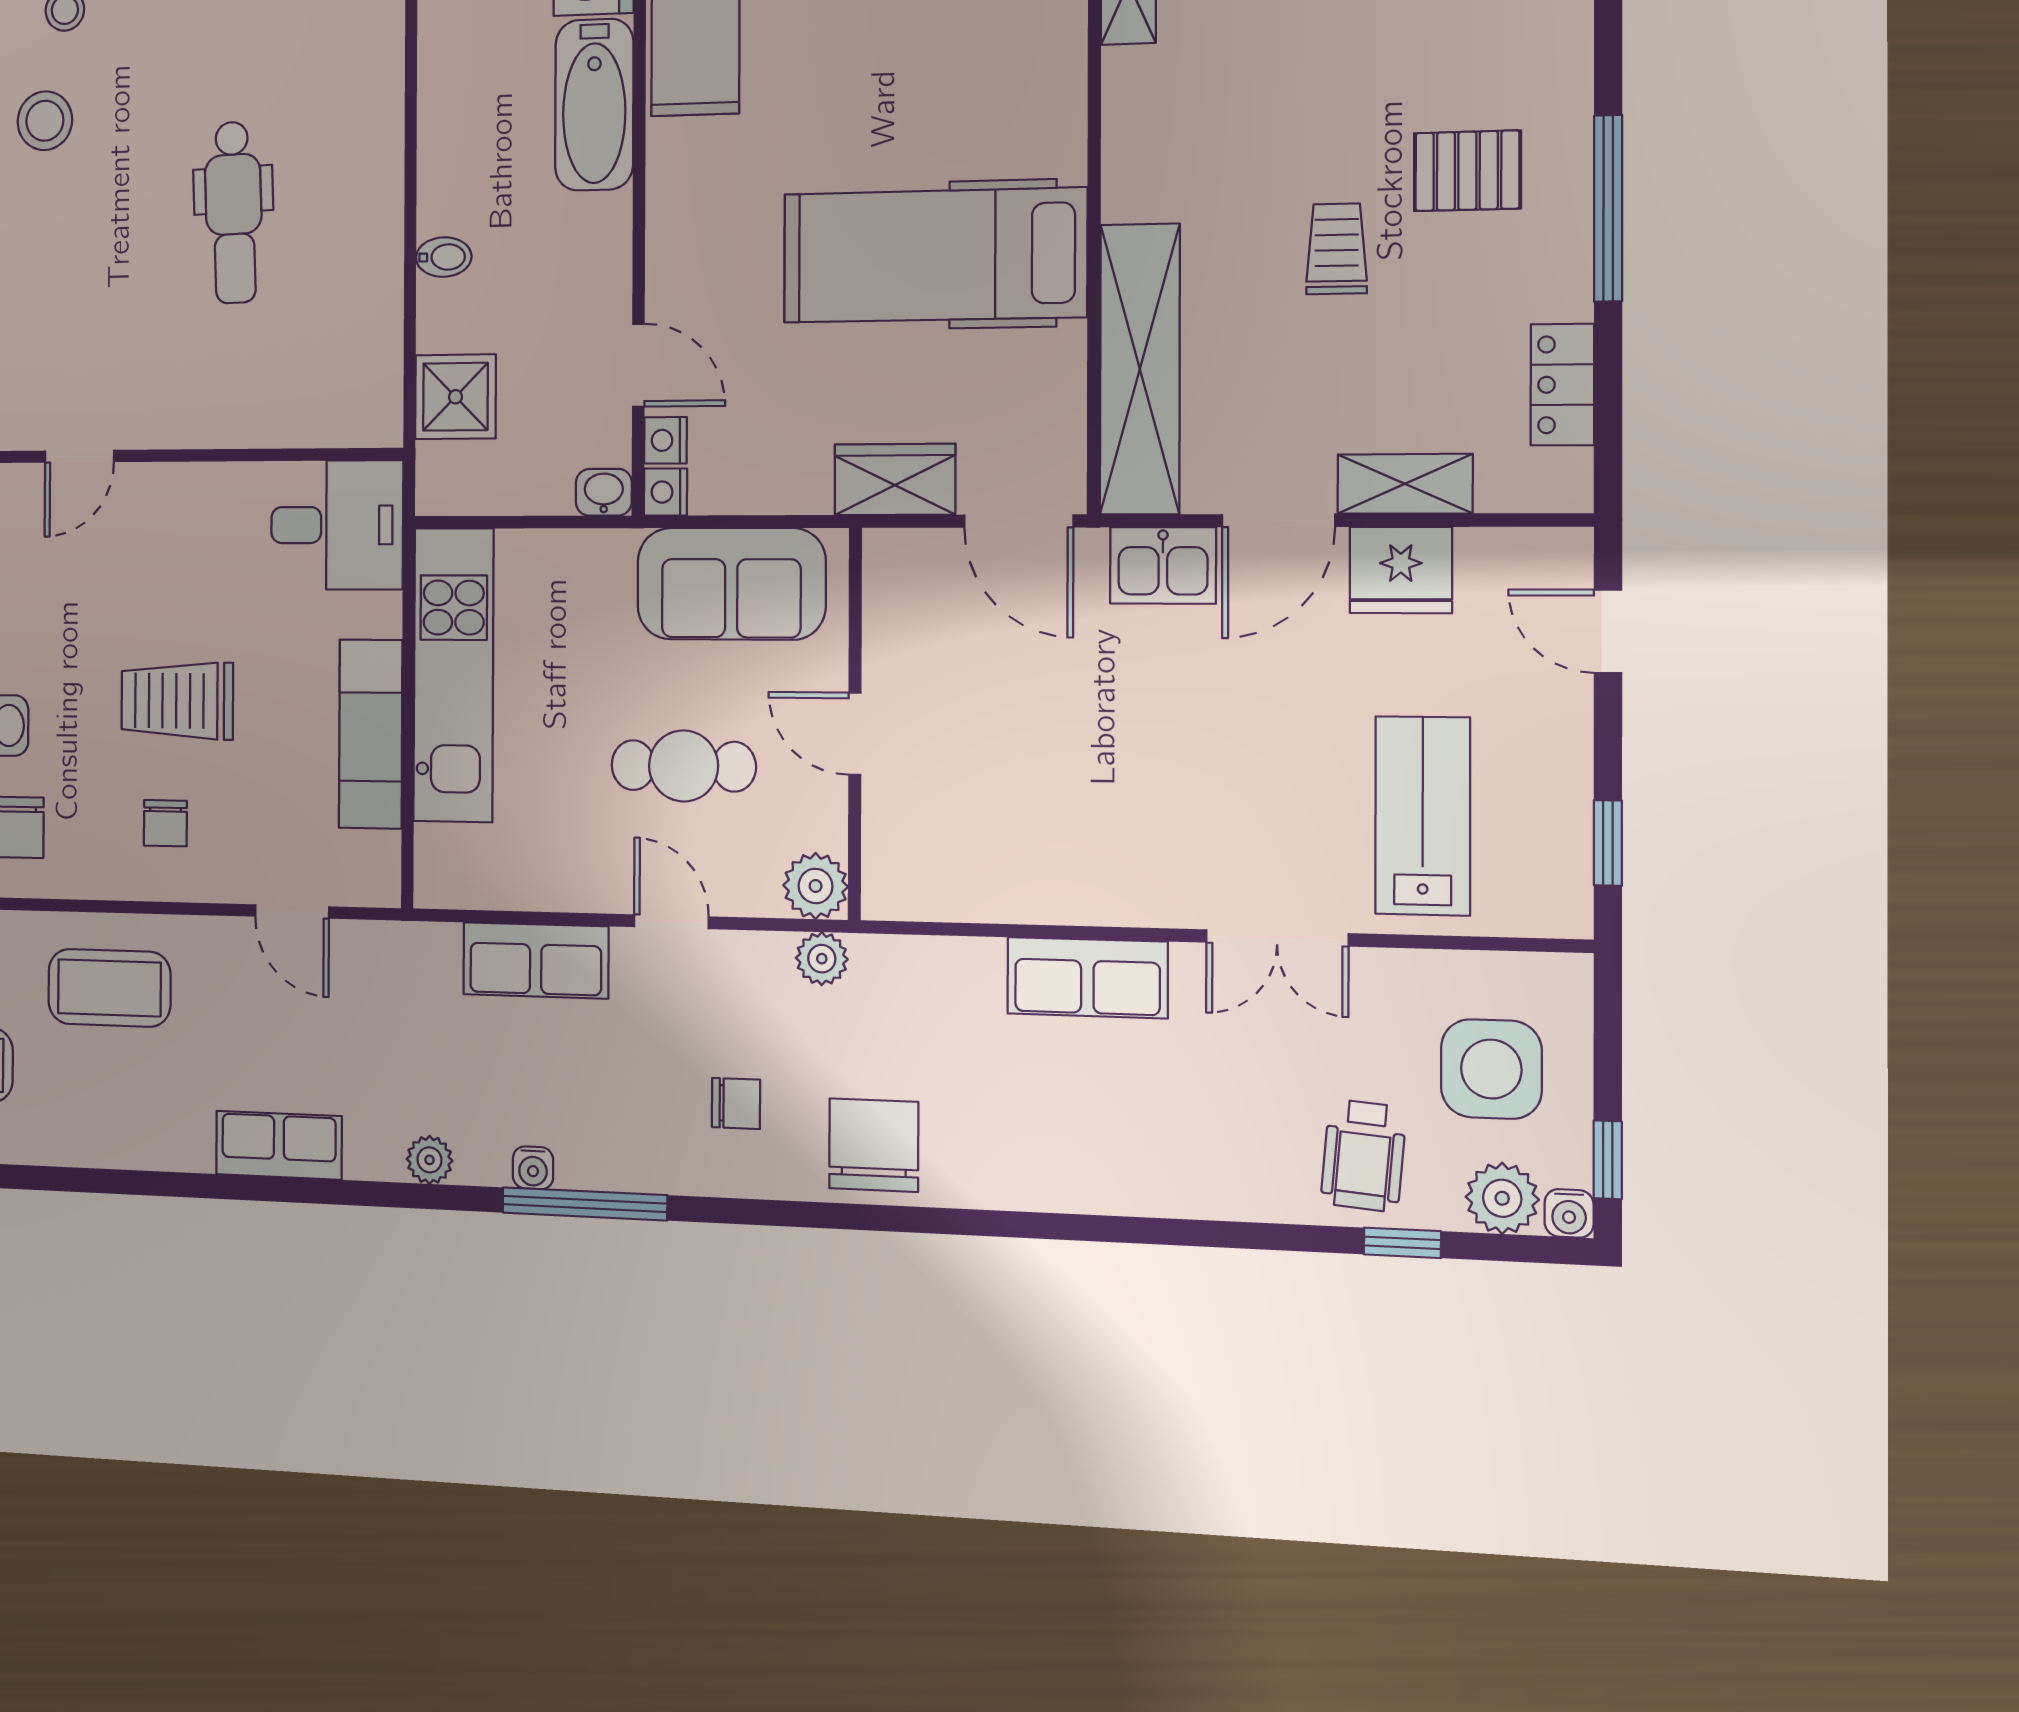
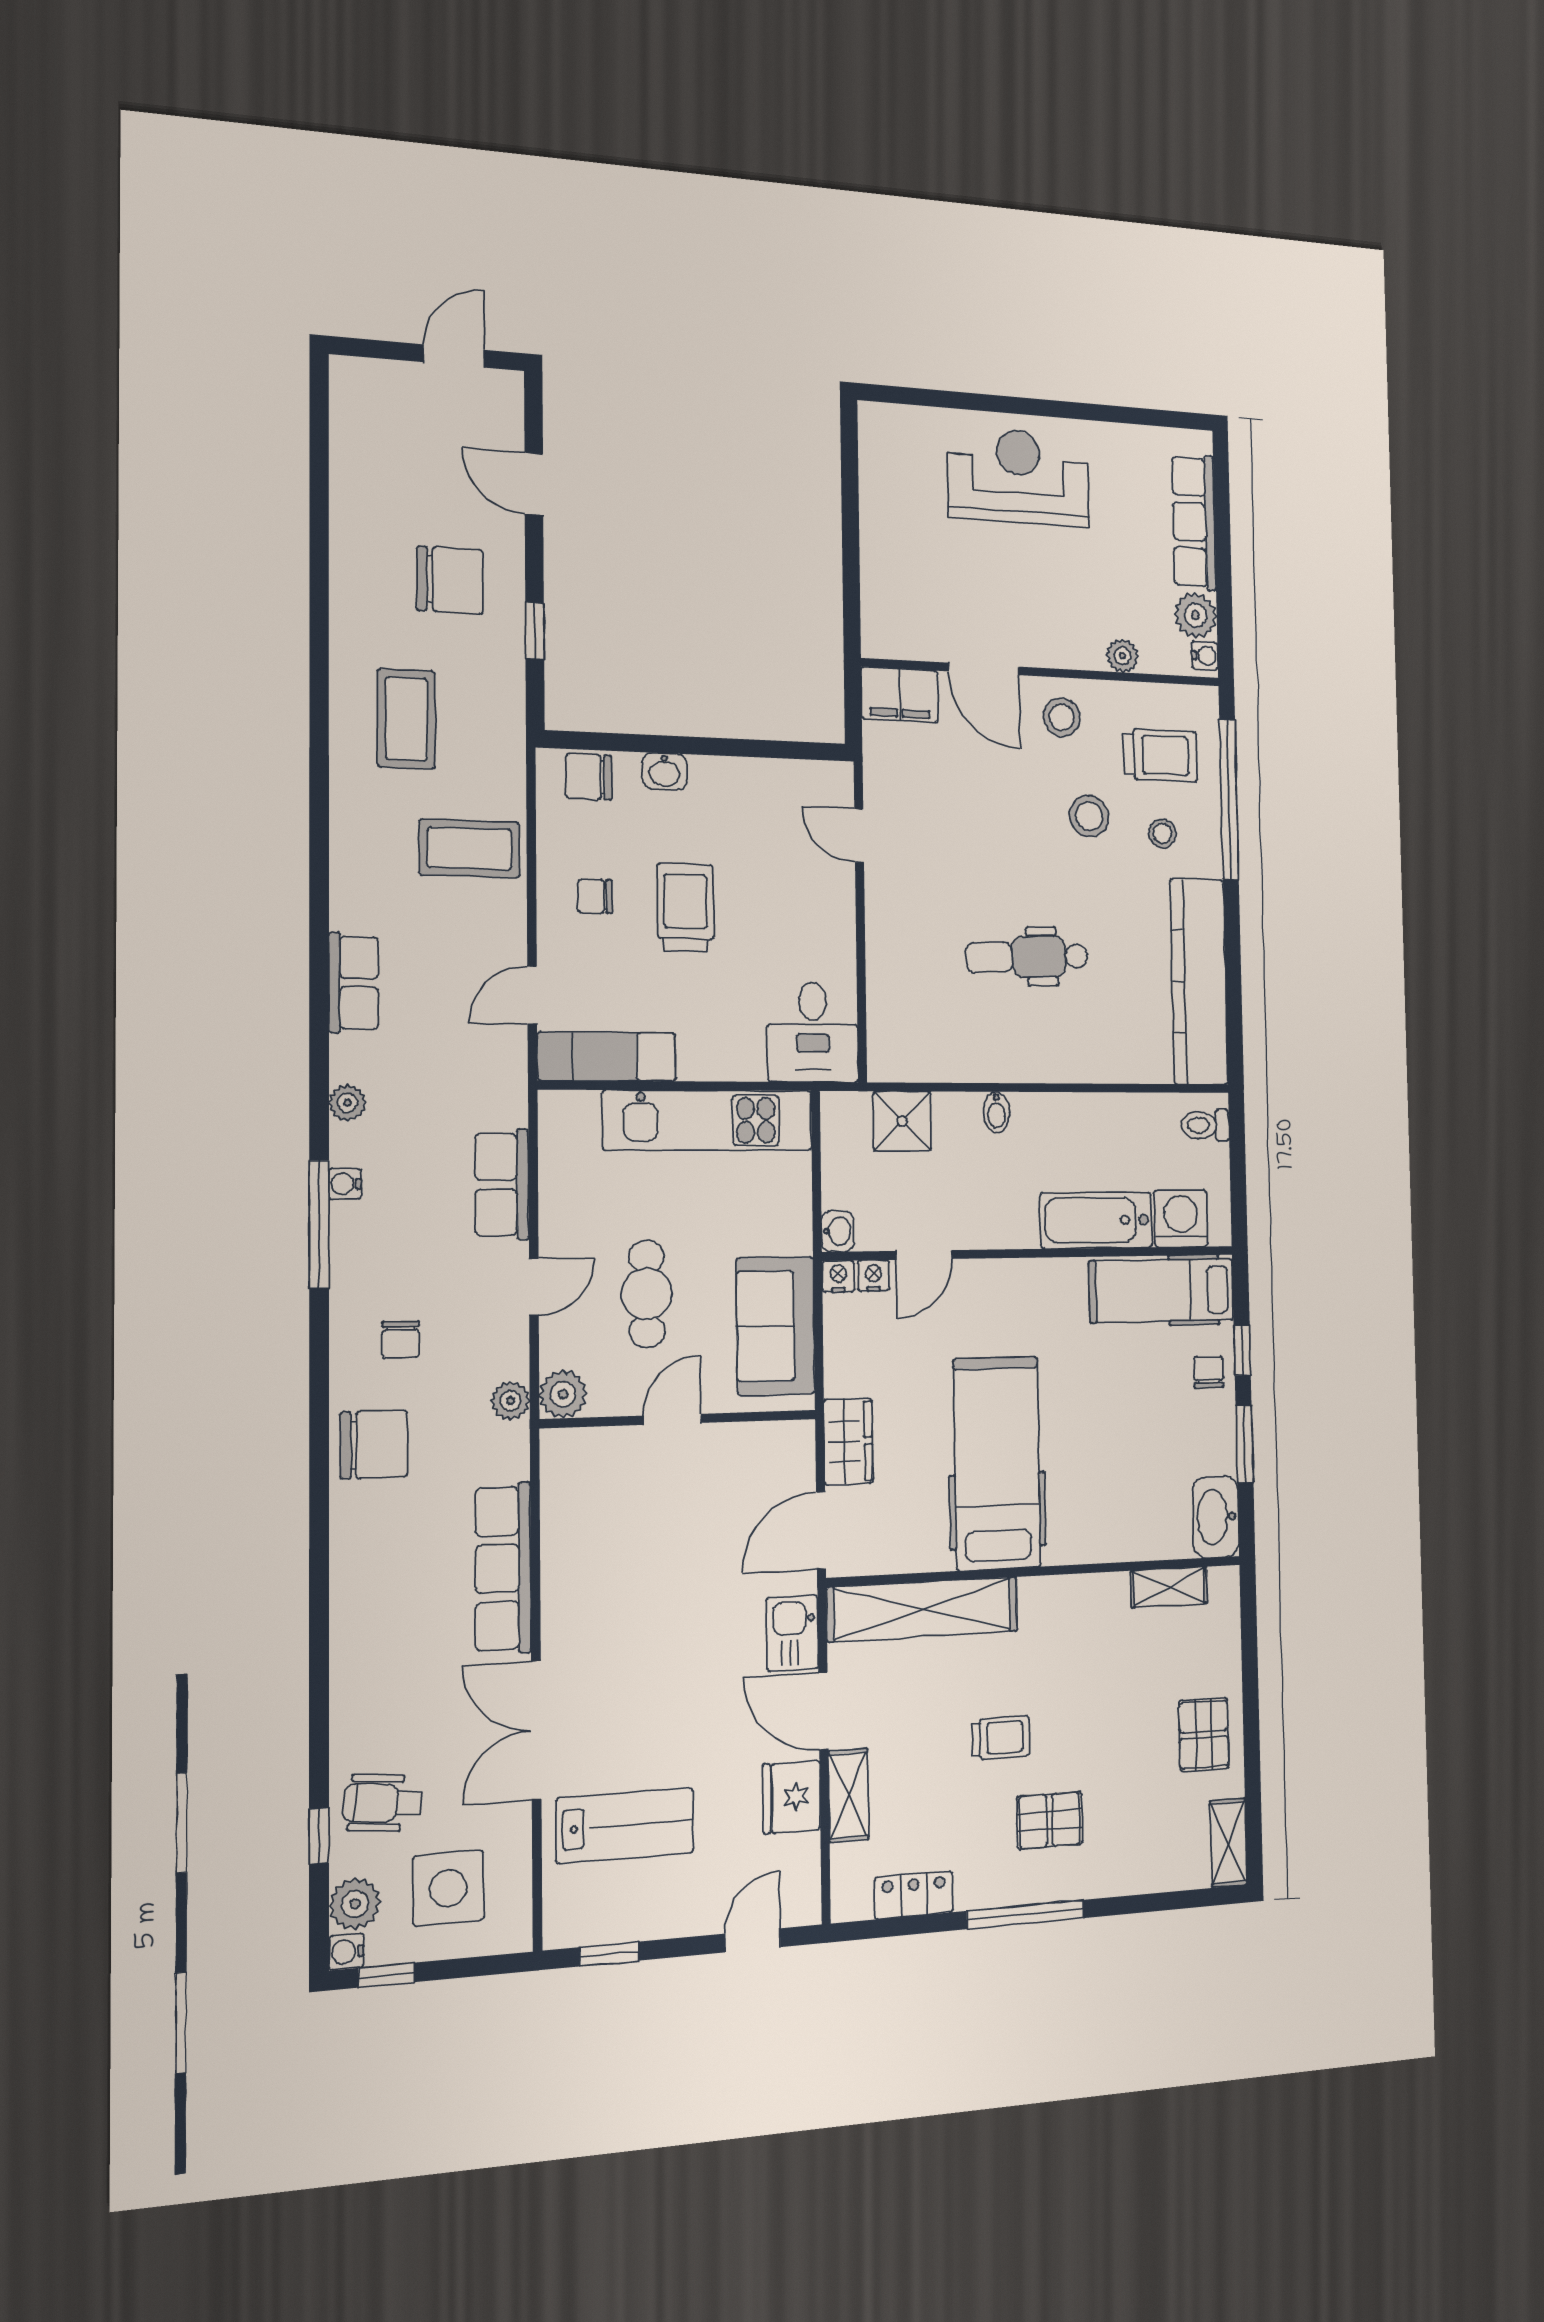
pallet: (1467, 171) -> (1050, 1820), turned 90
exam couch: (371, 734) -> (607, 1057), moved
double door: (1277, 938) -> (536, 1730), width x1.37
row of seats: (1087, 978) -> (503, 1568), width x1.48
coffee table: (109, 988) -> (470, 849), turned 90

